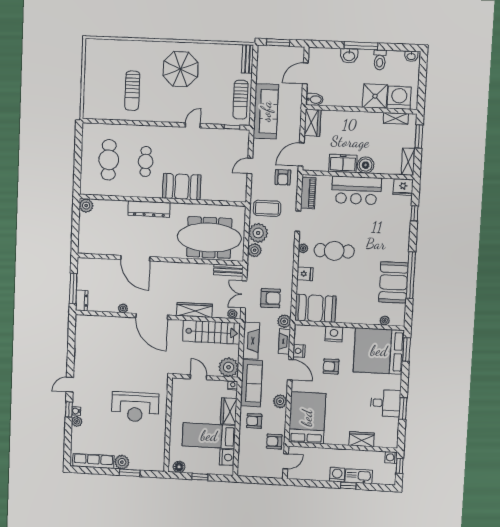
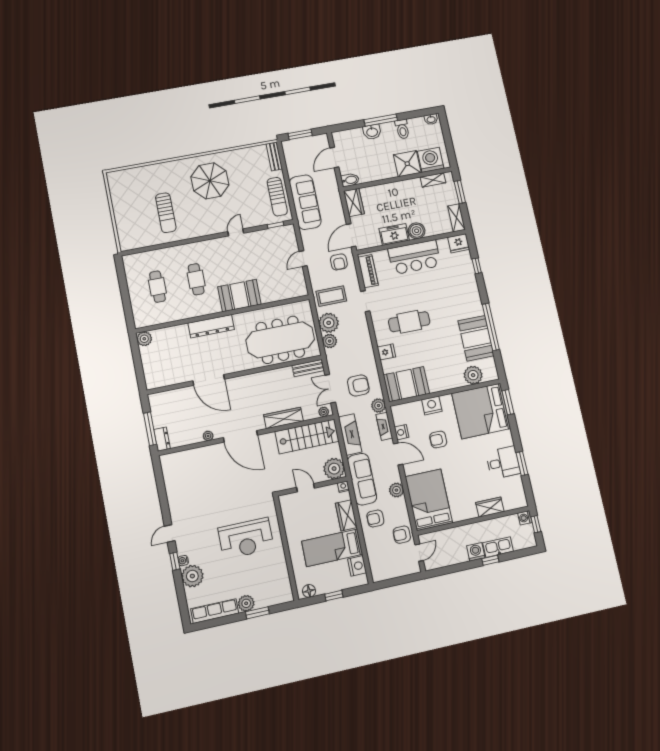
cafe table: (109, 160) -> (157, 287), width x0.73, depth x0.74
plant: (303, 248) -> (378, 327), removed
plant: (385, 321) -> (473, 375), width x1.88, depth x1.88
plant: (77, 421) -> (192, 576), width x1.88, depth x1.88

